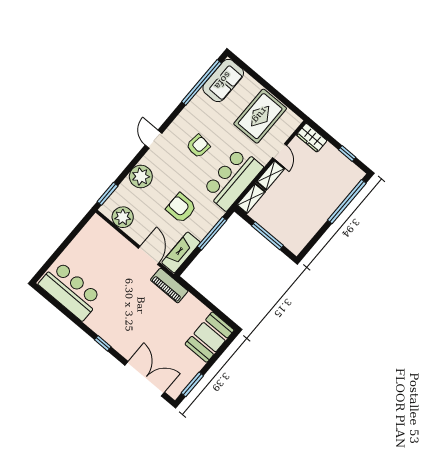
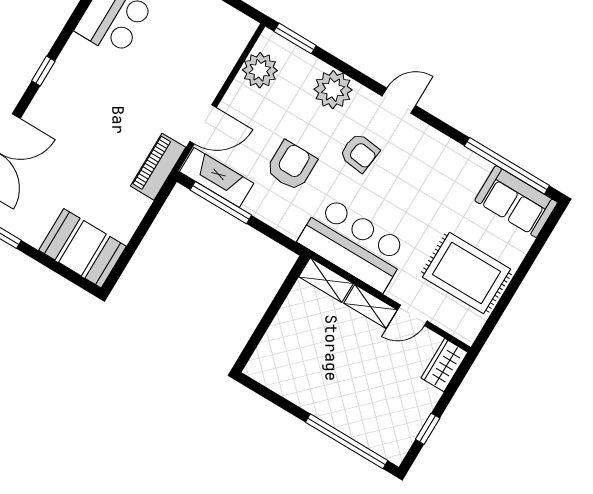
armchair: (198, 146) -> (359, 153), moved
window: (212, 233) -> (221, 203), moved
window: (267, 236) -> (268, 318), removed

